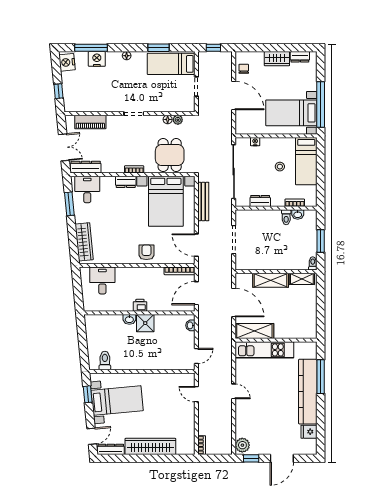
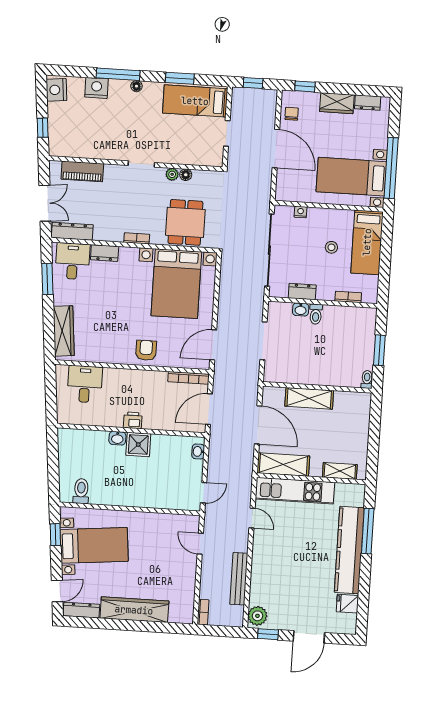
window: (91, 48) -> (118, 74), moved
window: (252, 48) -> (305, 86), added
plant: (178, 120) -> (172, 174), moved
dresser: (126, 182) -> (105, 253), moved
bench: (203, 201) -> (239, 579), moved
washbasin: (298, 214) -> (301, 310), moved
toilet: (286, 217) -> (316, 314), moved
door: (196, 245) -> (213, 345), hinge flipped
shelving: (302, 279) -> (340, 471), moved
door: (234, 391) -> (252, 518), moved

